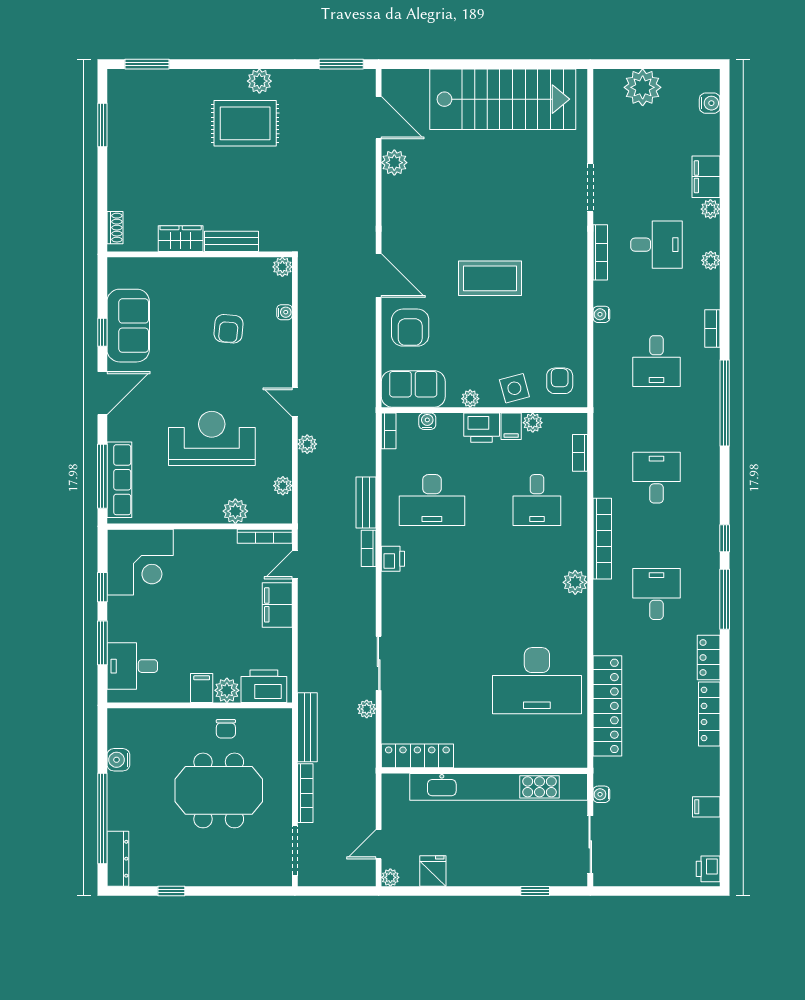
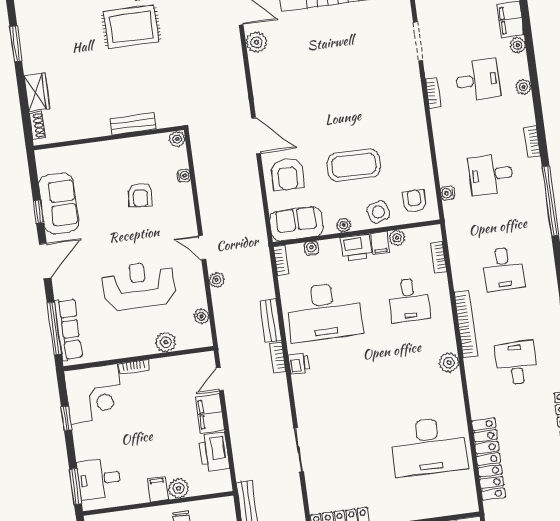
wardrobe: (181, 239) -> (37, 92), moved, turned 90
bookcase: (600, 252) -> (433, 93), width x0.64
coffee table: (490, 278) -> (354, 165), moved
water cooler: (601, 314) -> (448, 193), moved
desk: (657, 361) -> (491, 174), turned 90
desk: (657, 478) -> (503, 269), turned 180
desk: (432, 500) -> (324, 312), width x1.36, depth x1.30
bookcase: (265, 536) -> (134, 367), moved, width x0.64
window: (102, 643) -> (76, 486), moved
printer: (264, 686) -> (214, 452), moved, turned -90
plant: (367, 709) -> (294, 488), removed

